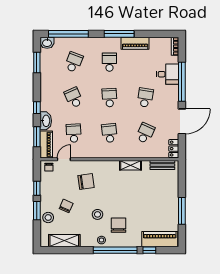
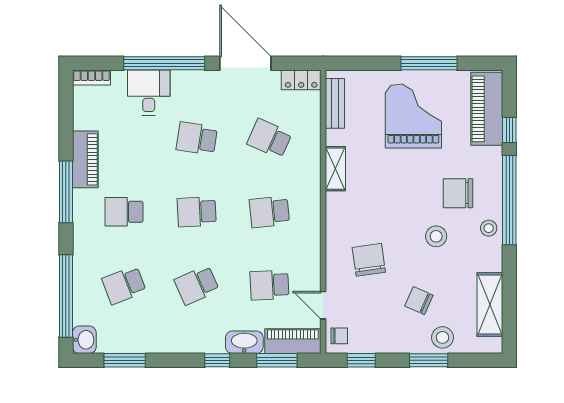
school desk: (74, 62) -> (124, 285), turned -42
window: (37, 188) -> (361, 360), moved
grand piano: (156, 203) -> (413, 116), added

